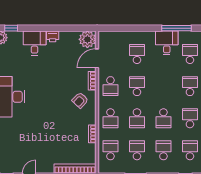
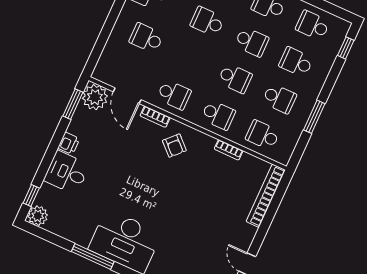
window: (77, 28) -> (73, 104), added
school desk: (137, 86) -> (207, 22), moved
school desk: (137, 150) -> (279, 99), turned 180

